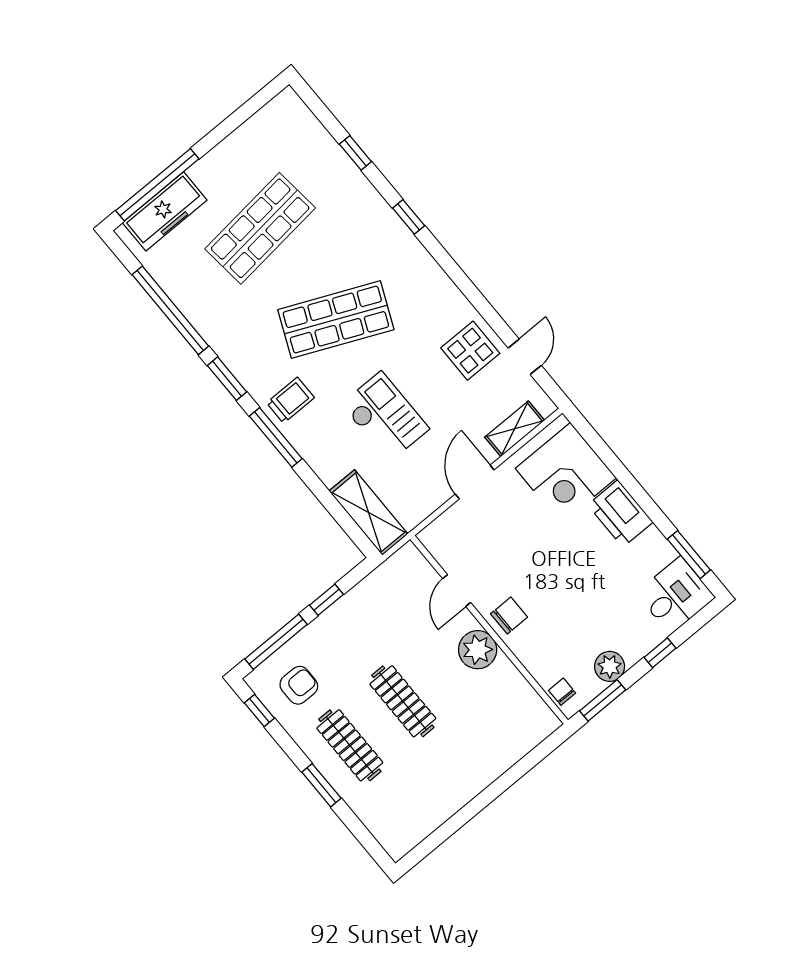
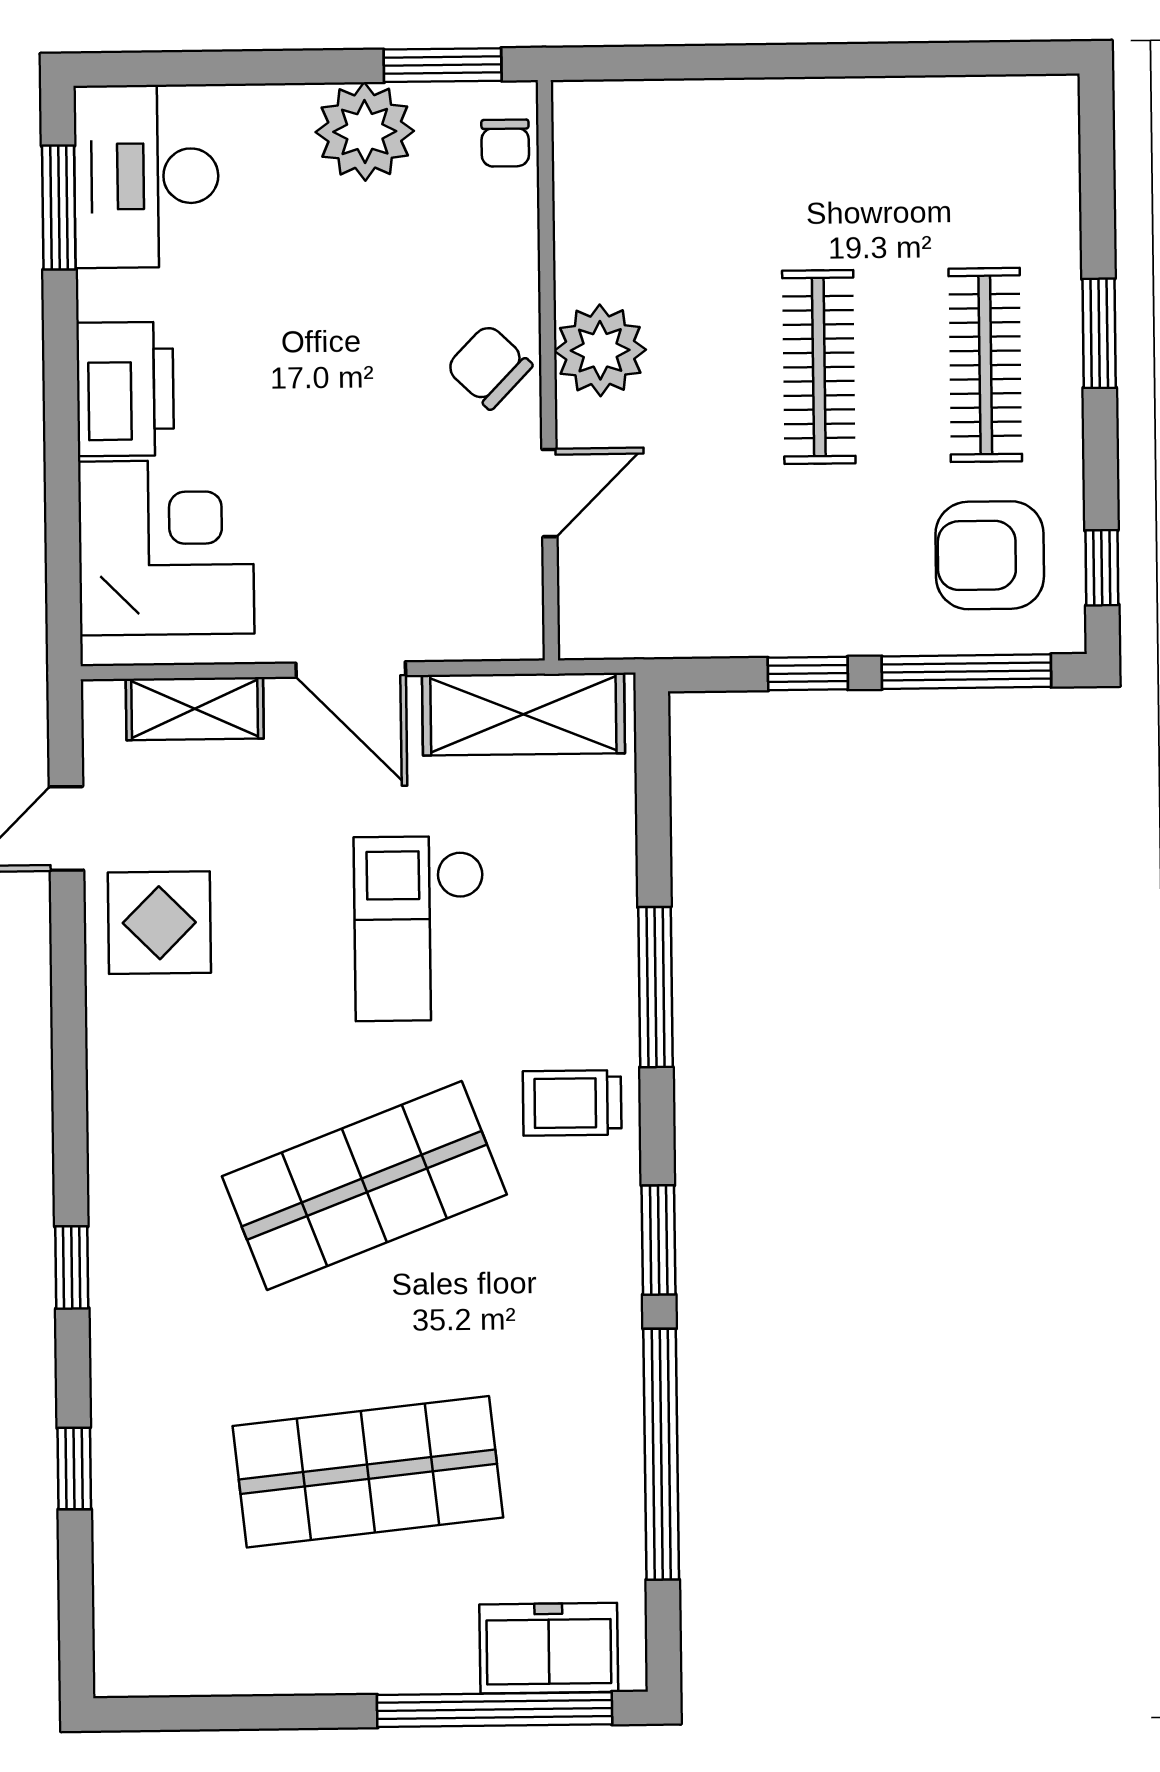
freezer: (165, 211) -> (549, 1648), width x0.71
shop shelf: (336, 320) -> (364, 1185), turned -45
window: (276, 437) -> (655, 987), moved
door: (475, 482) -> (351, 669), hinge flipped
shelving: (368, 512) -> (523, 714), moved, turned 90
desk: (675, 595) -> (146, 176), width x1.37
chair: (509, 616) -> (489, 367), turned 44
window: (660, 653) -> (262, 67), removed
plant: (610, 666) -> (365, 132), width x1.36, depth x1.36
armchair: (299, 685) -> (990, 555), width x1.38, depth x1.38

